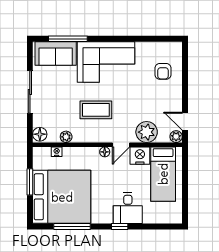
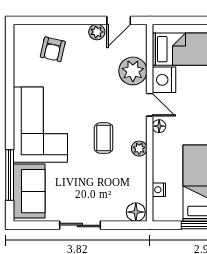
armchair: (163, 71) -> (53, 49), turned 103
sliding door: (30, 92) -> (80, 225), width x0.73
coffee table: (96, 110) -> (104, 138), width x0.73, depth x0.77
plant: (66, 137) -> (139, 149), moved
plant: (176, 137) -> (97, 32), moved

